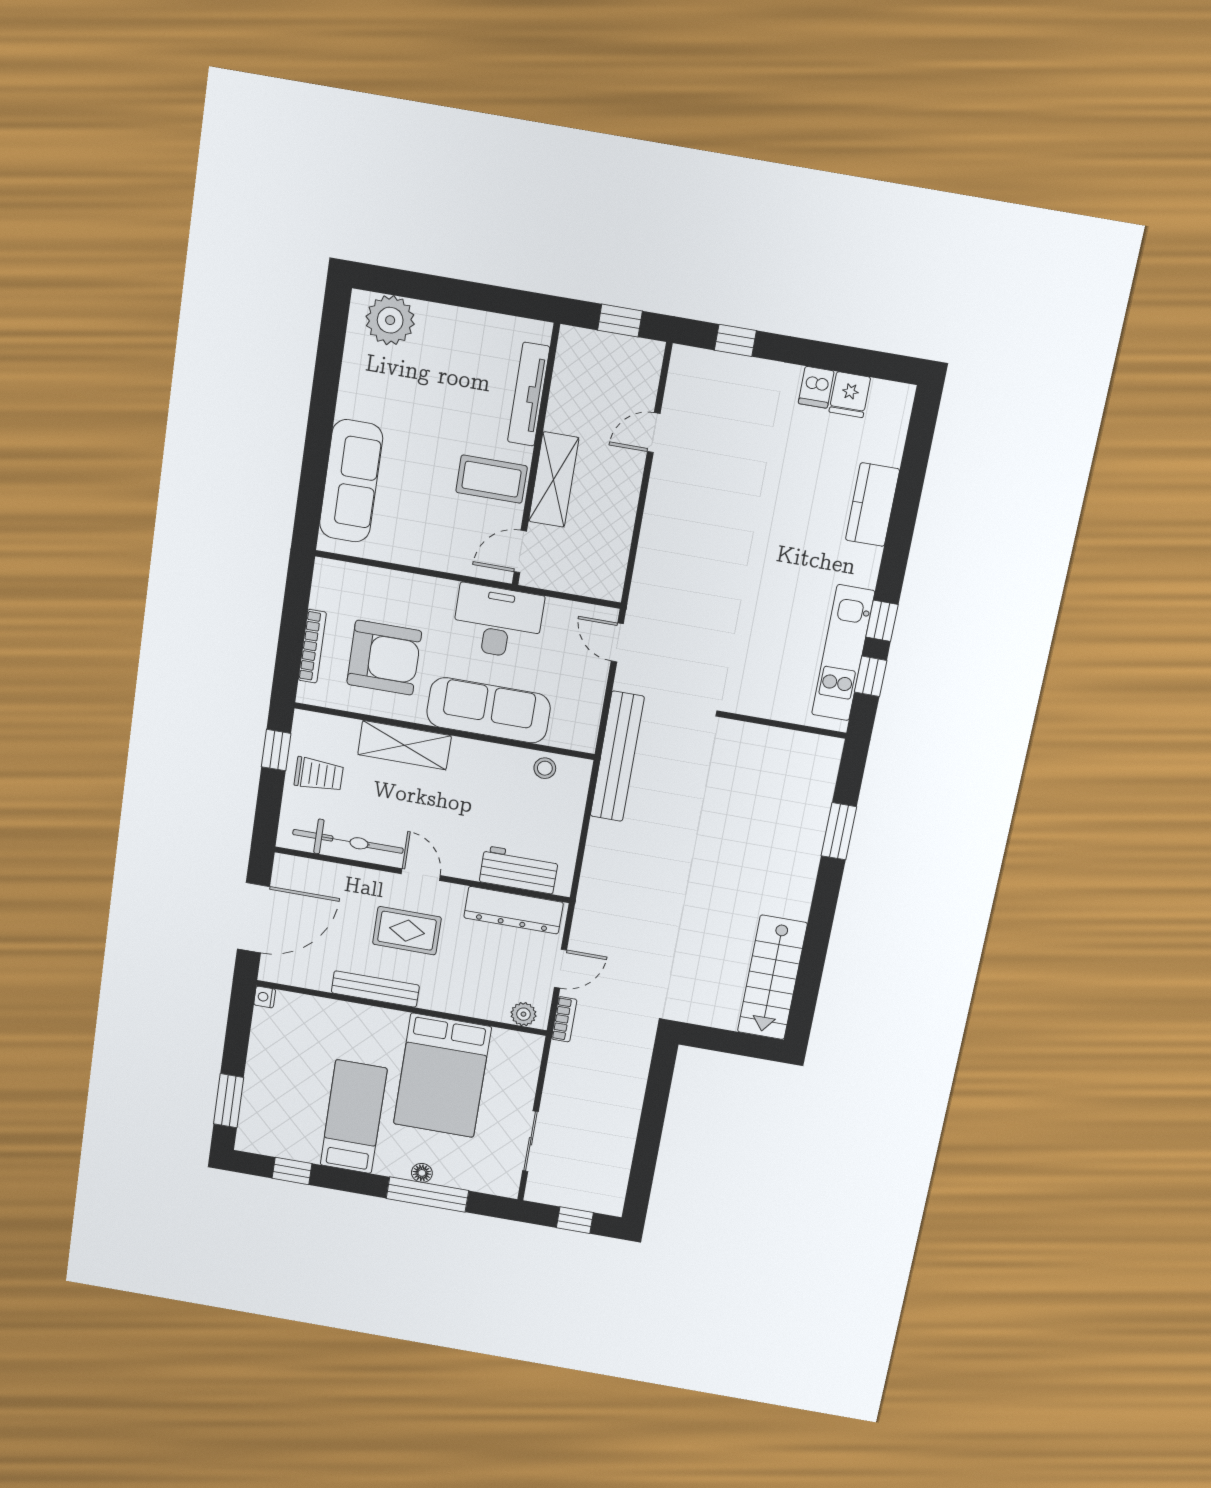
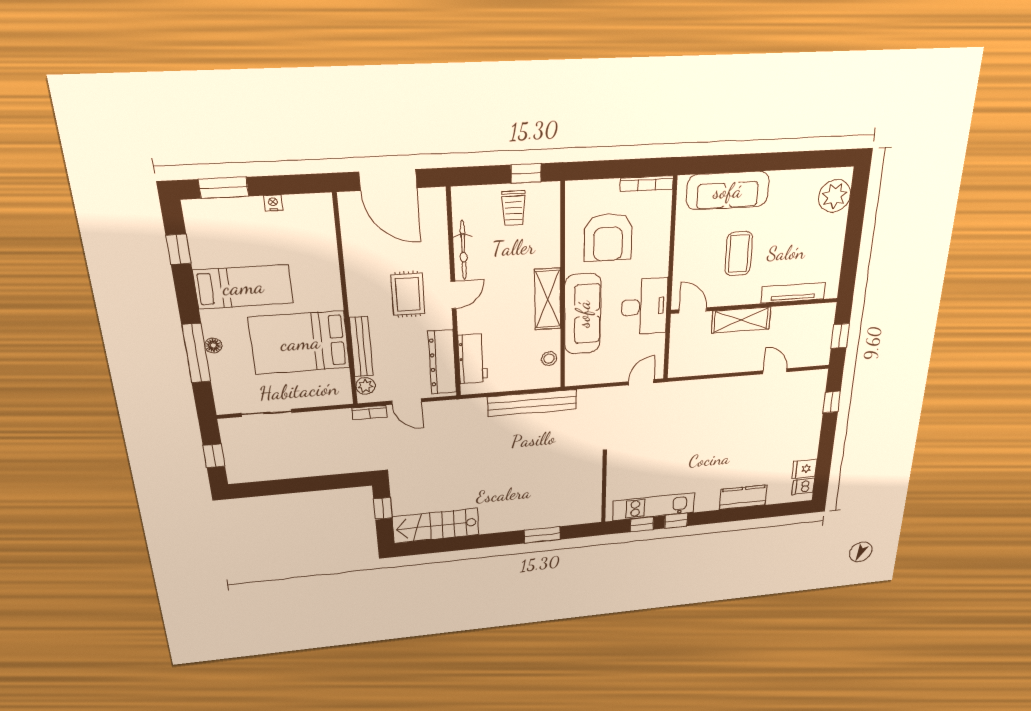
dishwasher: (816, 387) -> (803, 486), moved
coffee table: (492, 479) -> (739, 254), moved
bookcase: (312, 646) -> (647, 184), moved
shelving: (404, 745) -> (548, 299), moved
bench: (617, 756) -> (532, 403), moved
bicycle: (348, 841) -> (463, 250), width x0.73, depth x0.71
bench: (375, 989) -> (361, 347), moved
nightstand: (265, 997) -> (273, 203), moved
window: (720, 1040) -> (383, 508), added

